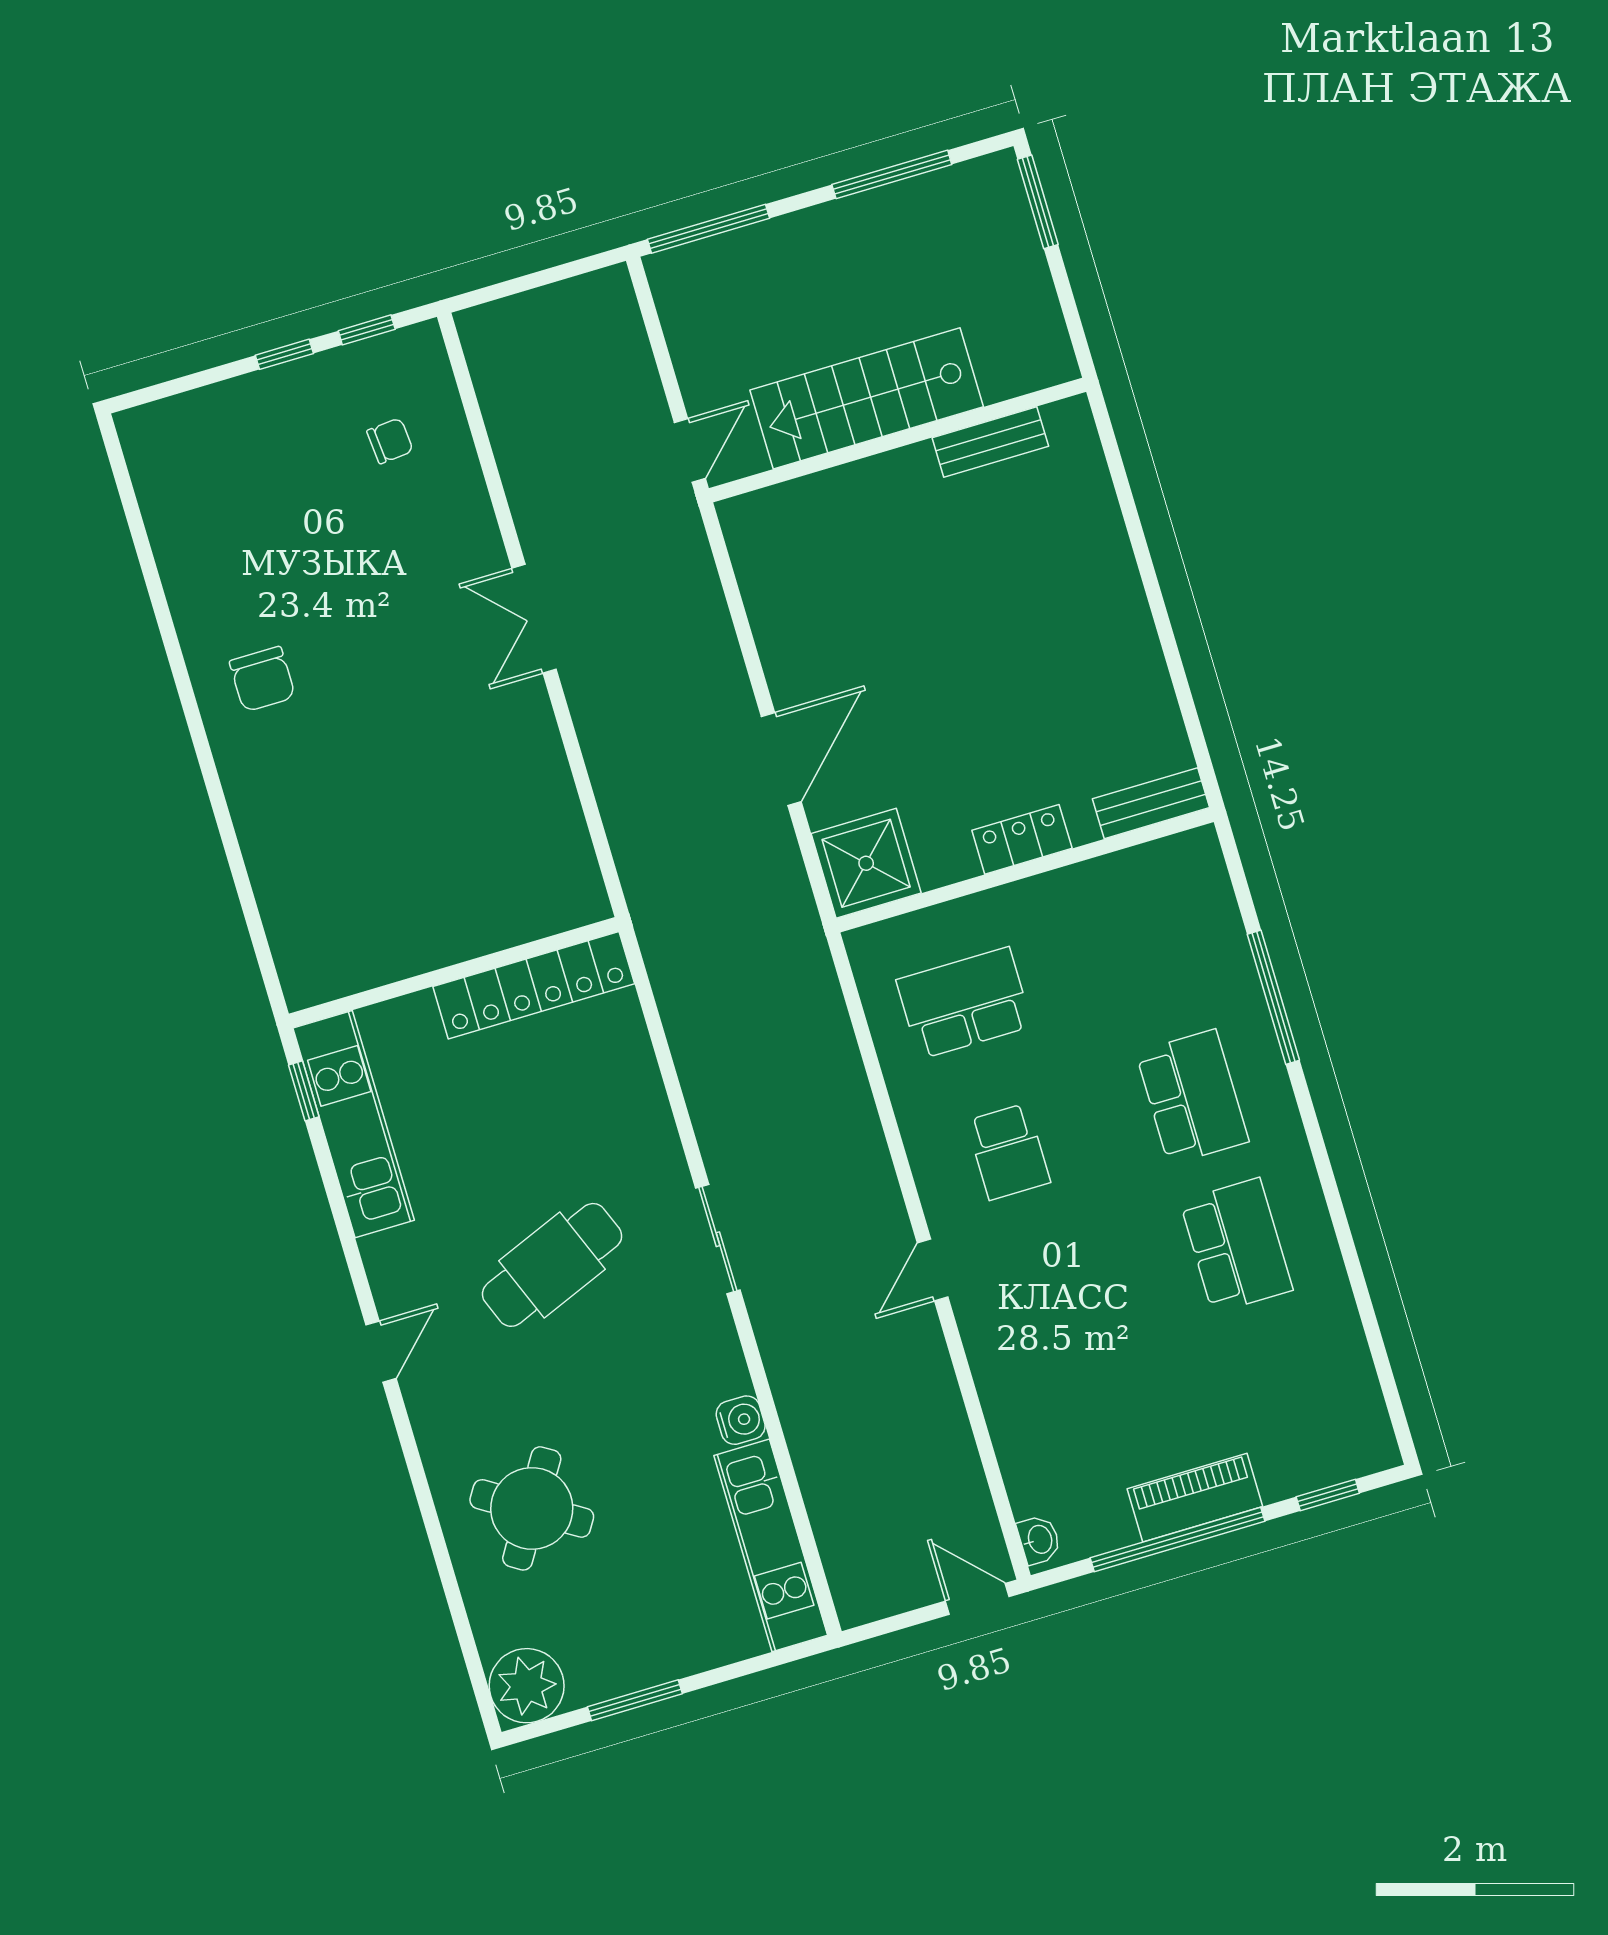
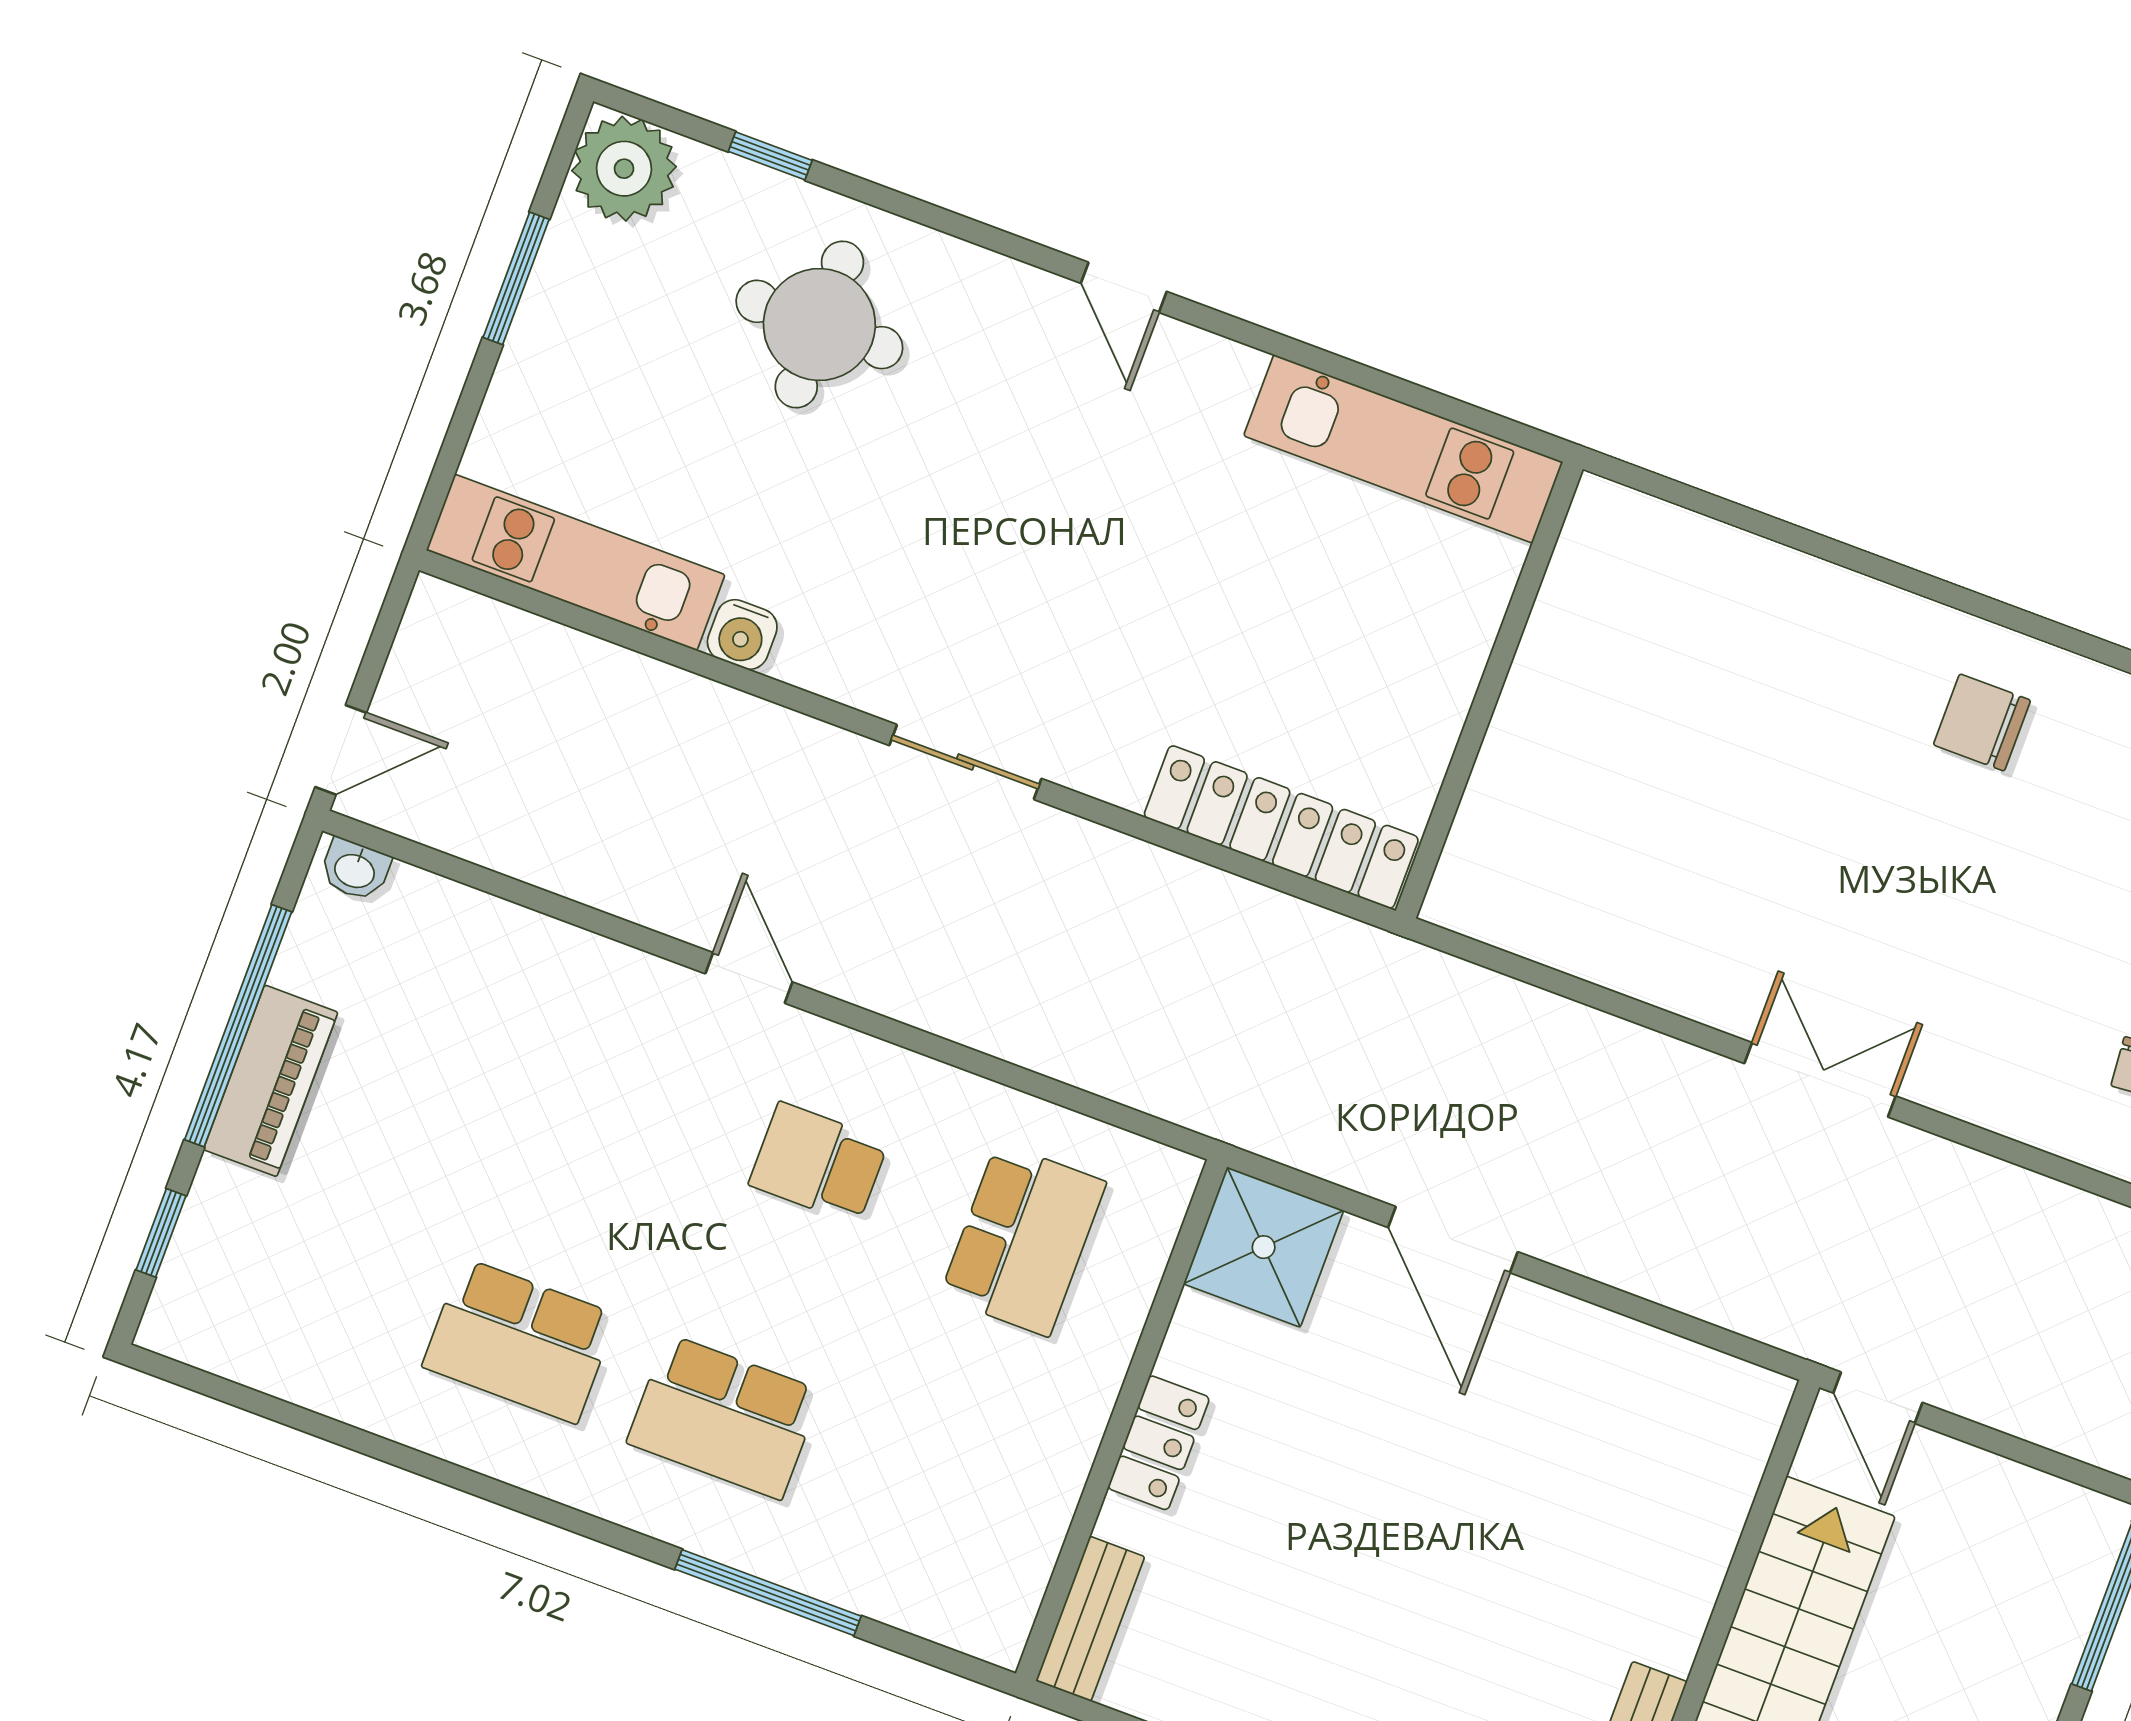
locker: (534, 985) -> (1281, 827), moved, turned 90
window: (304, 1091) -> (770, 156), moved
cafe table: (552, 1265) -> (1077, 553), removed
round table: (532, 1508) -> (819, 324), turned -32

